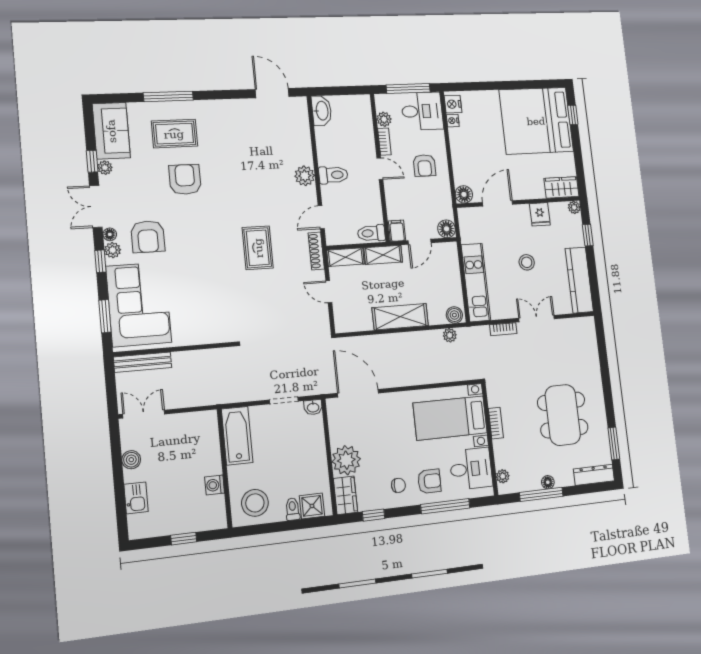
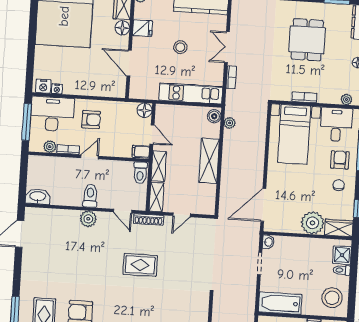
desk: (422, 111) -> (52, 114), width x1.37
floor lamp: (464, 194) -> (122, 28), moved
dining table: (563, 415) -> (307, 40), width x0.73

